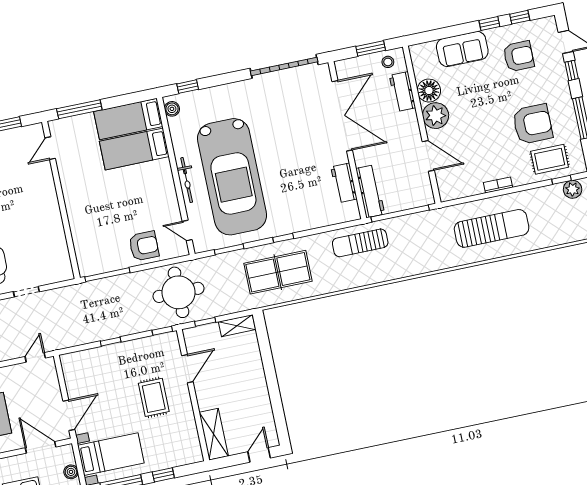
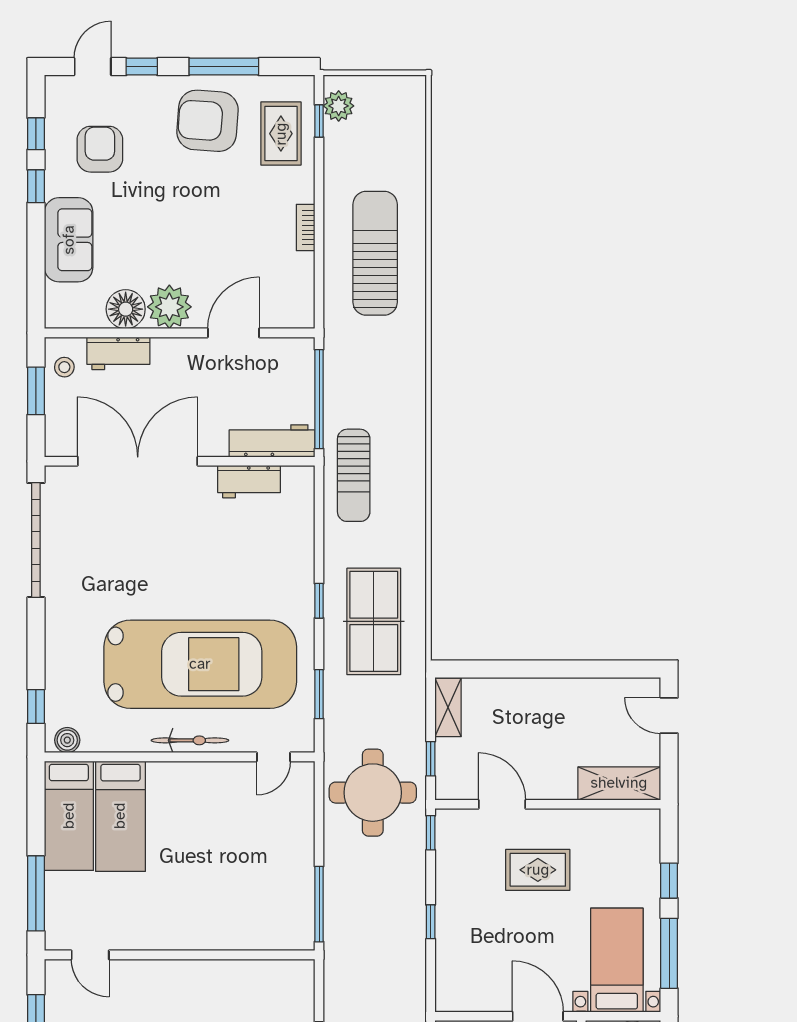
armchair: (533, 124) -> (207, 121), moved, turned -86
armchair: (144, 246) -> (284, 834), removed

